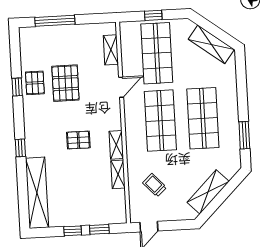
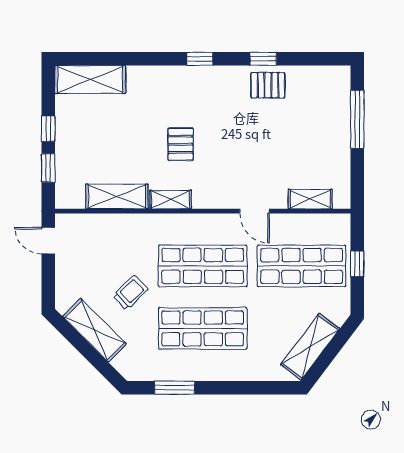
pallet: (65, 83) -> (265, 130), removed
window: (20, 148) -> (200, 59), moved
shelving: (118, 174) -> (117, 196), width x1.50, depth x1.33
trolley: (155, 185) -> (130, 293), moved
shelving: (37, 193) -> (90, 80), width x0.68

